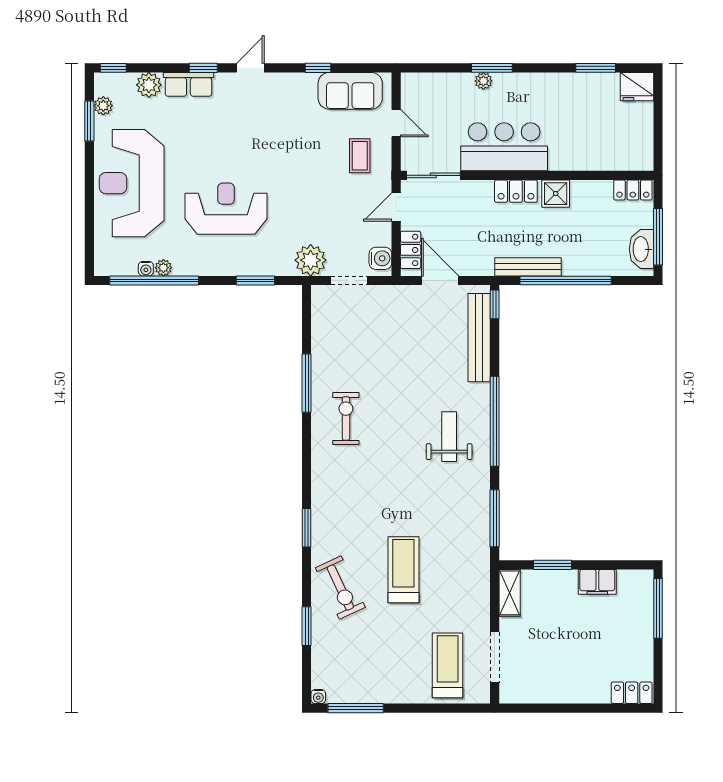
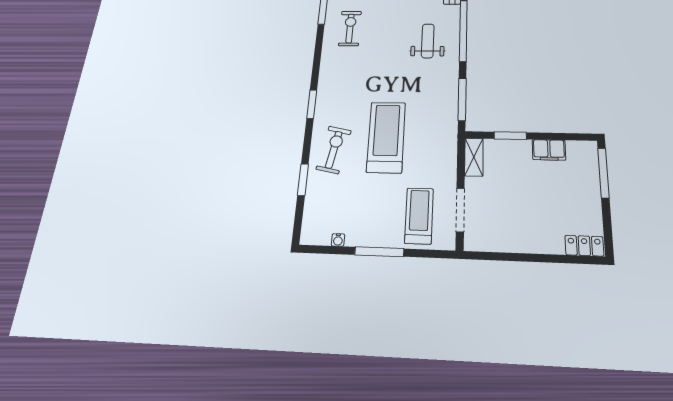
treadmill: (403, 570) -> (386, 137), width x1.37, depth x1.38
exercise bike: (340, 588) -> (334, 150), turned -144
water cooler: (318, 697) -> (338, 240), moved
window: (356, 708) -> (379, 252), moved

